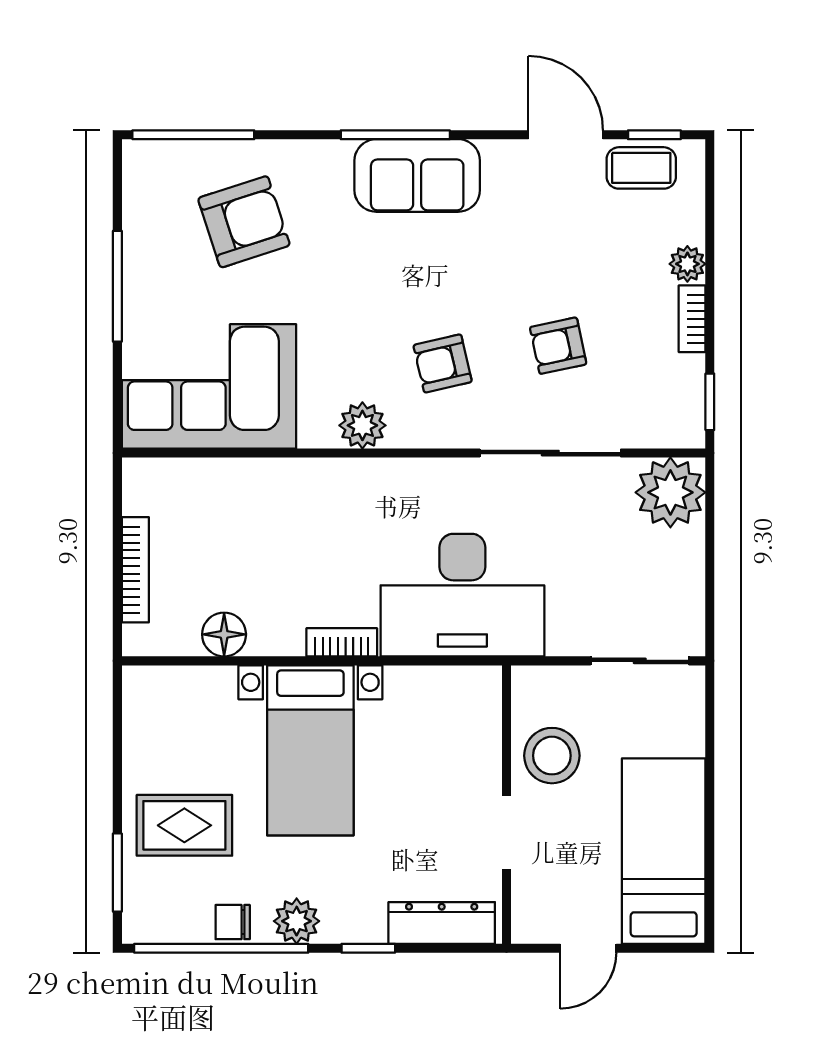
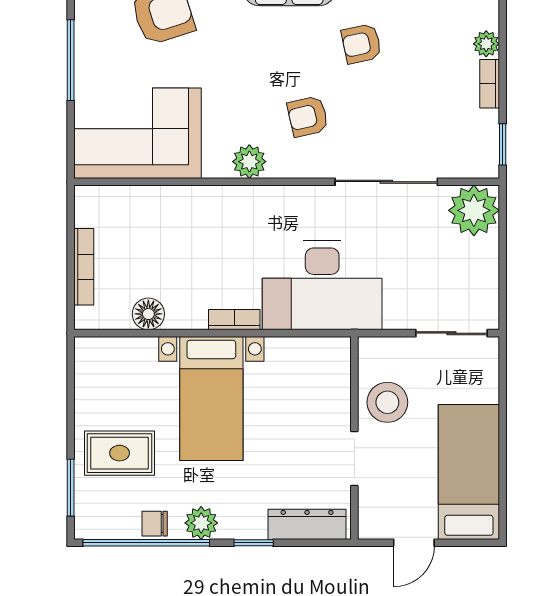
armchair: (558, 346) -> (361, 44), moved

